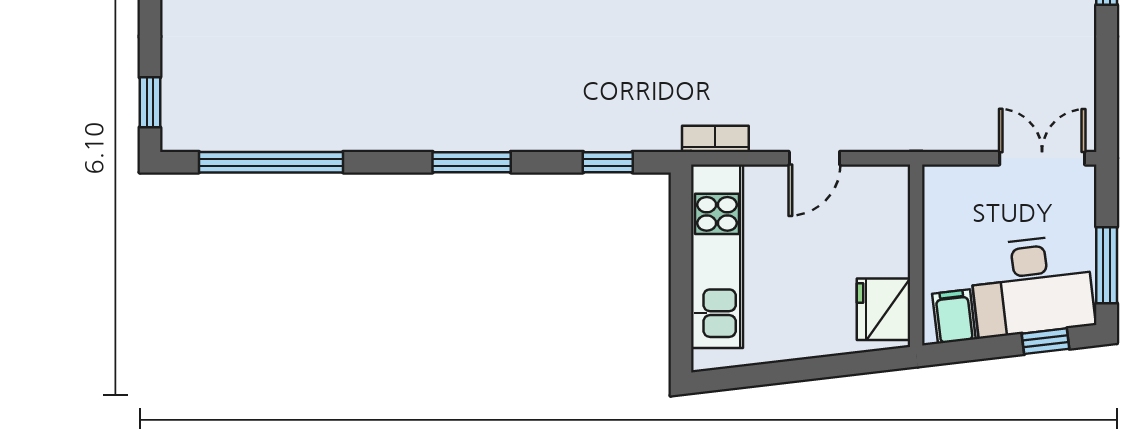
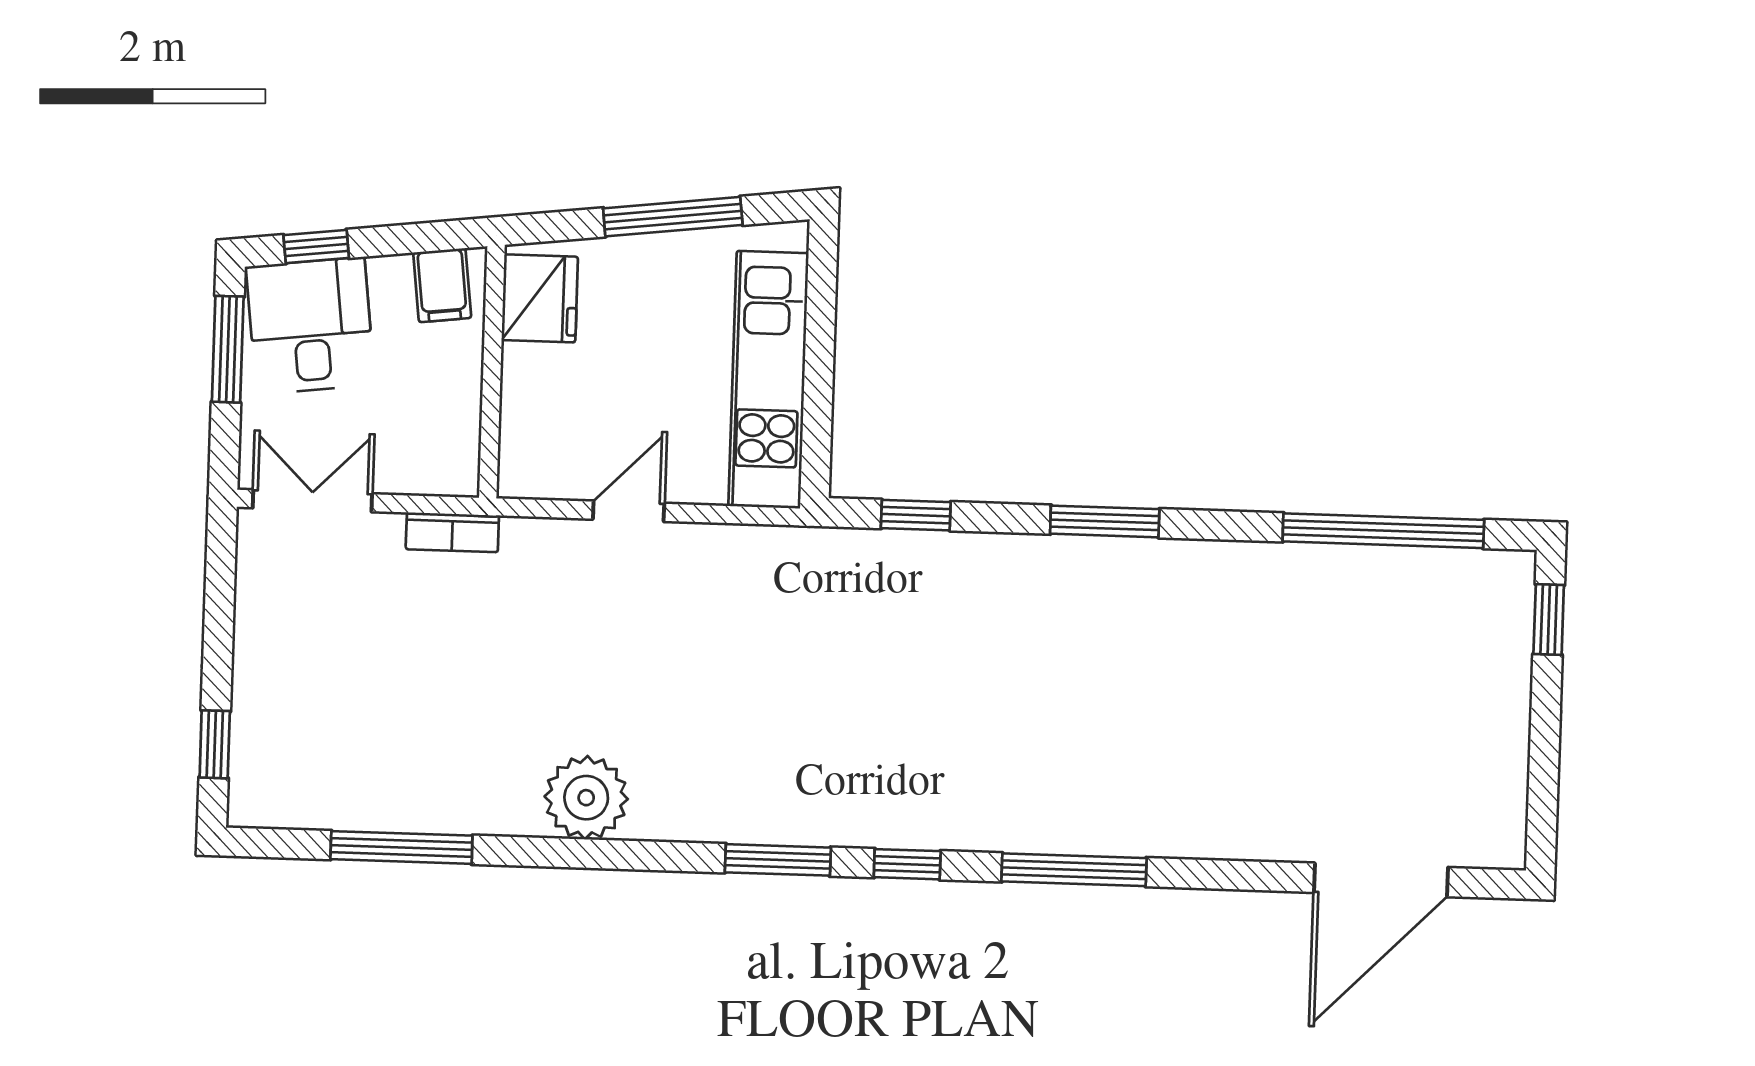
bookcase: (715, 139) -> (452, 532), moved
double door: (1042, 158) -> (312, 501), swing flipped
desk: (1032, 286) -> (310, 326), width x0.73
window: (790, 371) -> (673, 217), added

